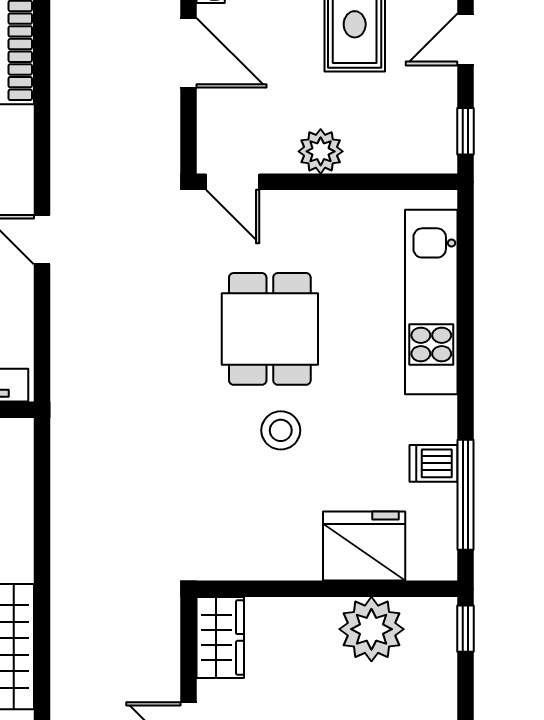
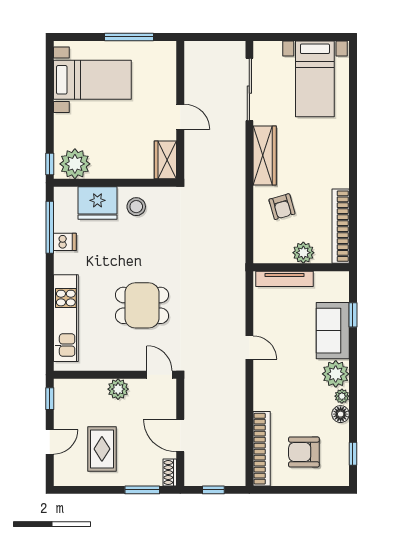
dining table: (270, 329) -> (142, 305), turned 90
stool: (281, 430) -> (136, 207), moved
plant: (371, 629) -> (75, 164), moved

